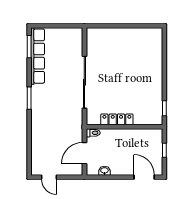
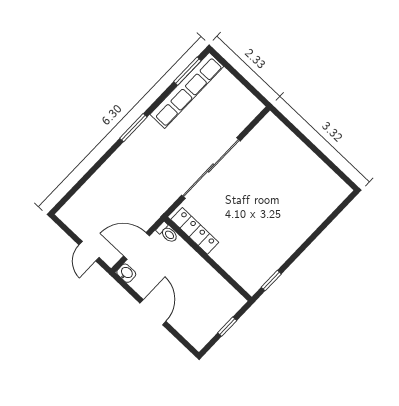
locker: (117, 119) -> (195, 231), moved
washbasin: (104, 171) -> (126, 273), moved
door: (49, 177) -> (89, 251), moved
door: (144, 177) -> (153, 312), moved

